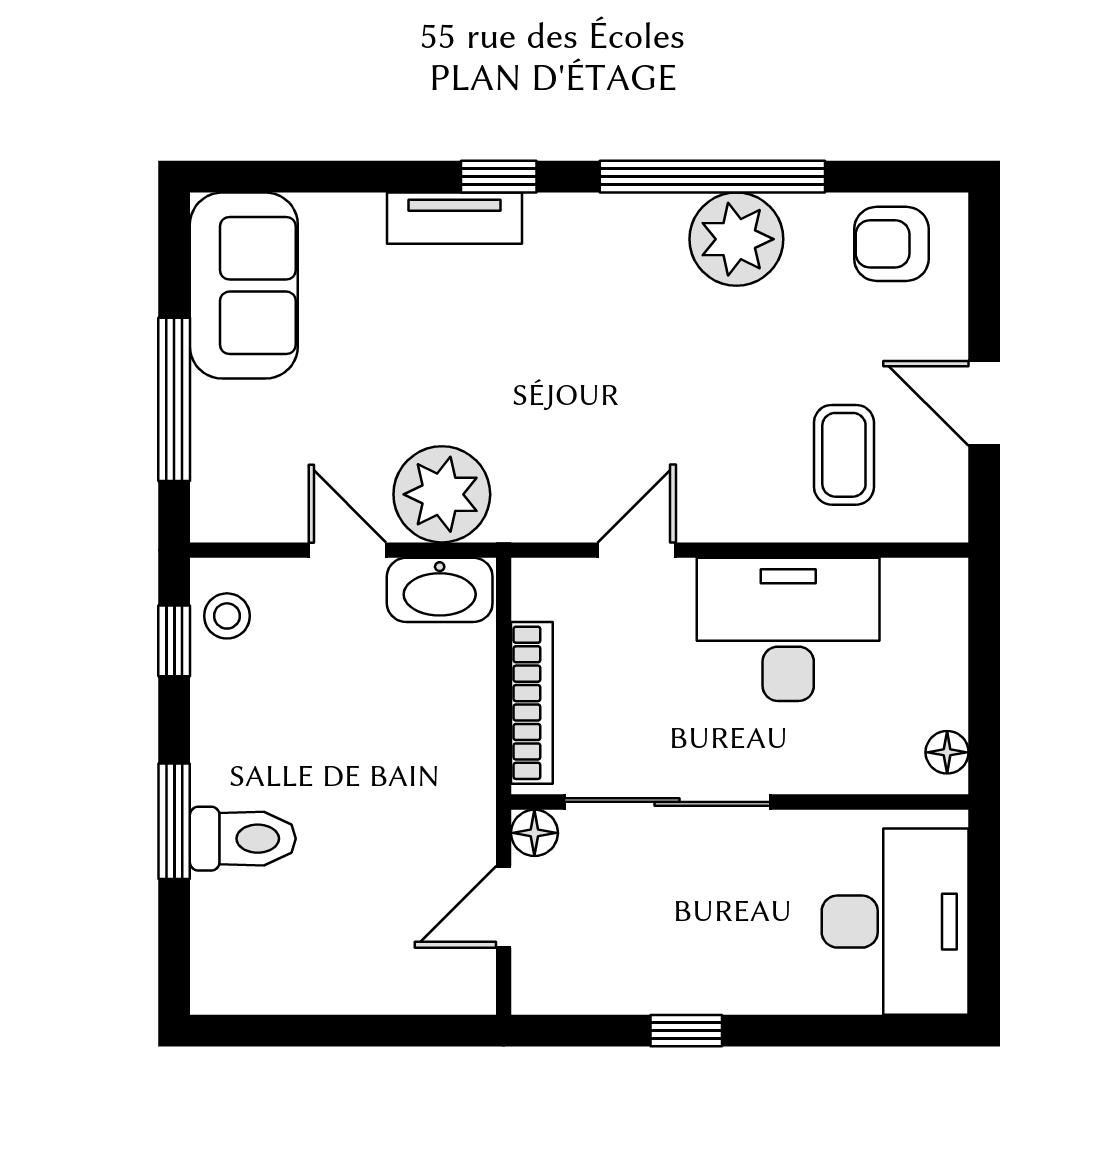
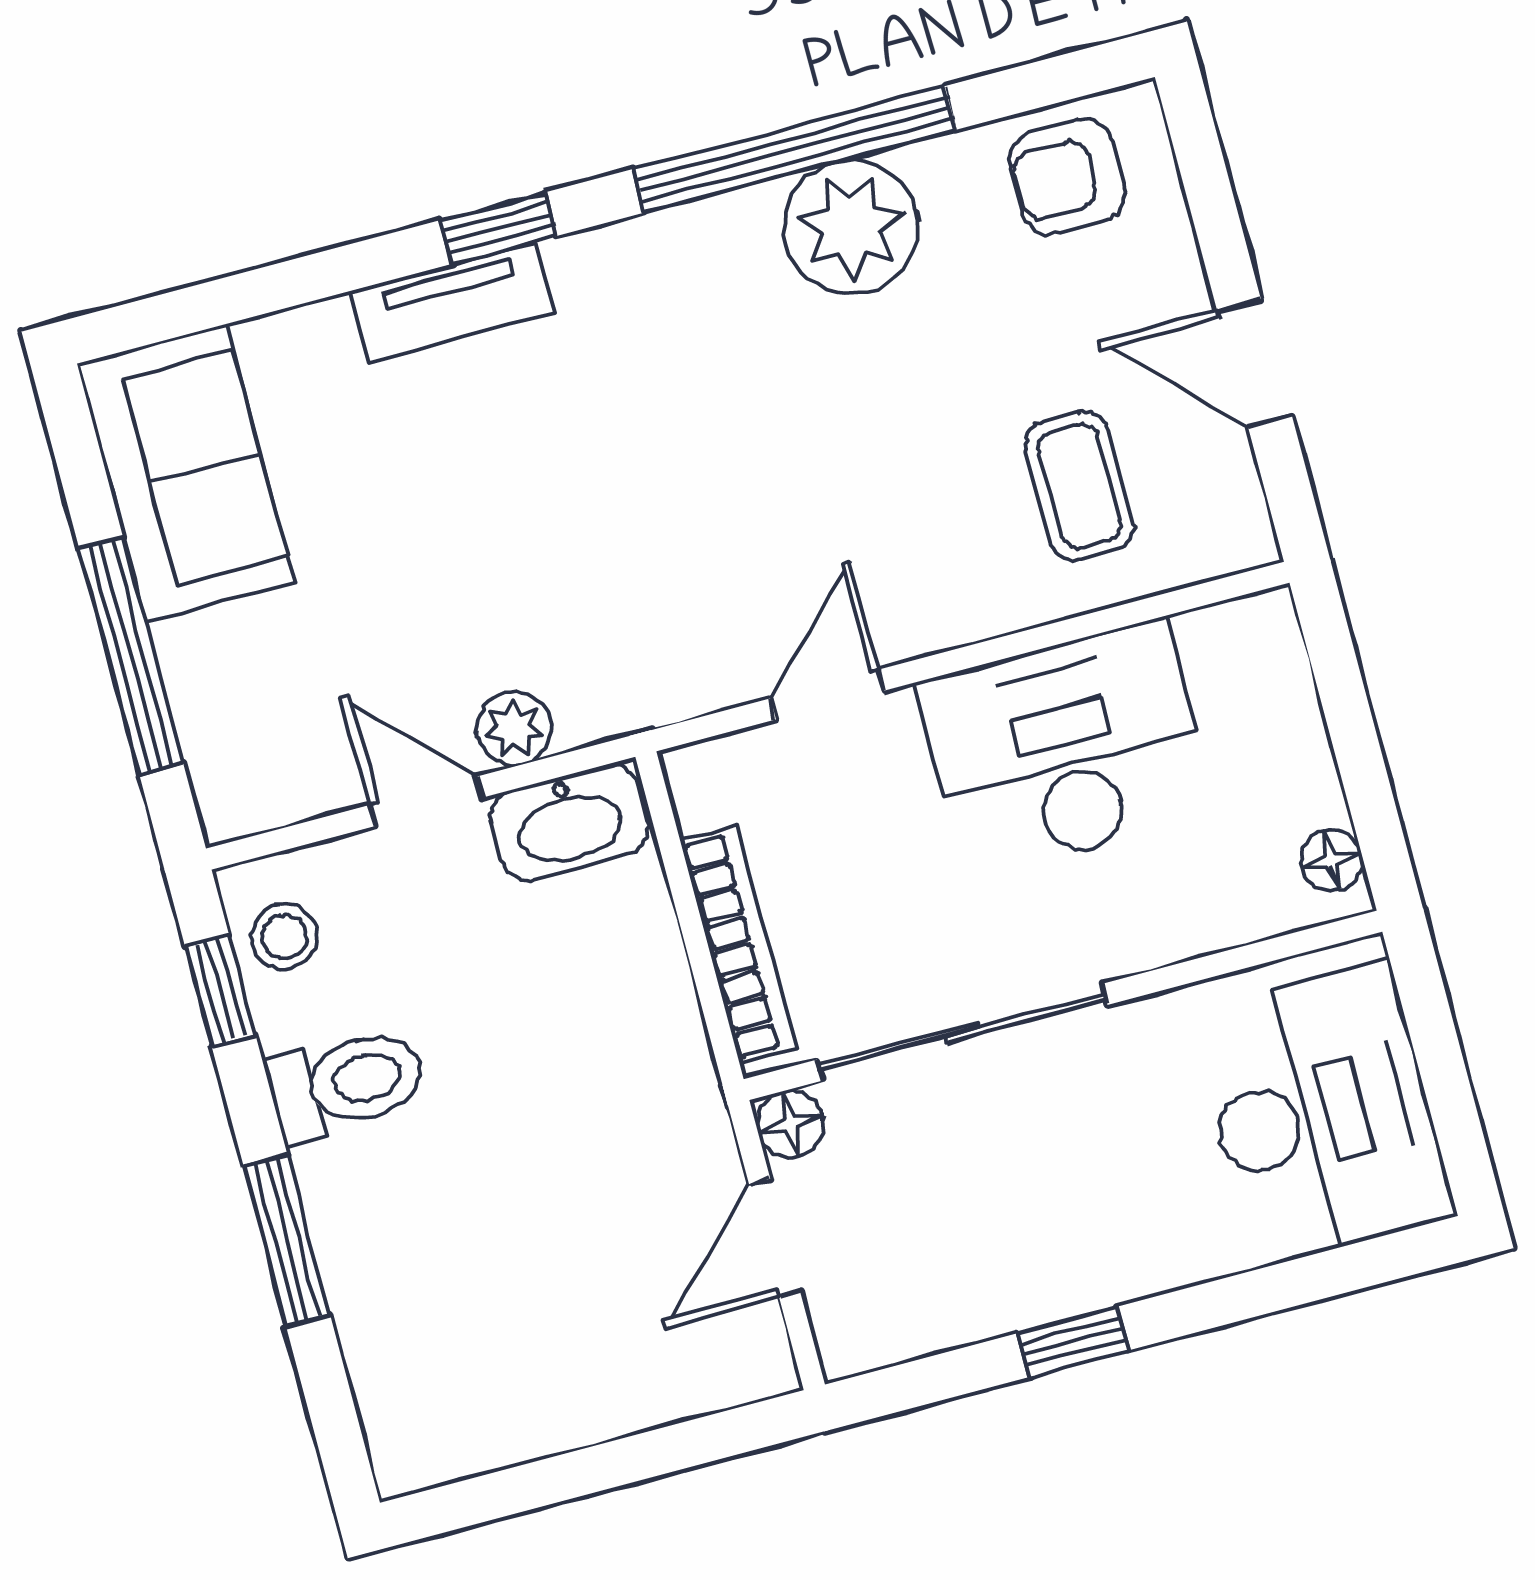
plant: (442, 494) -> (514, 729), width x0.53, depth x0.53
toilet: (243, 839) -> (347, 1083), moved

